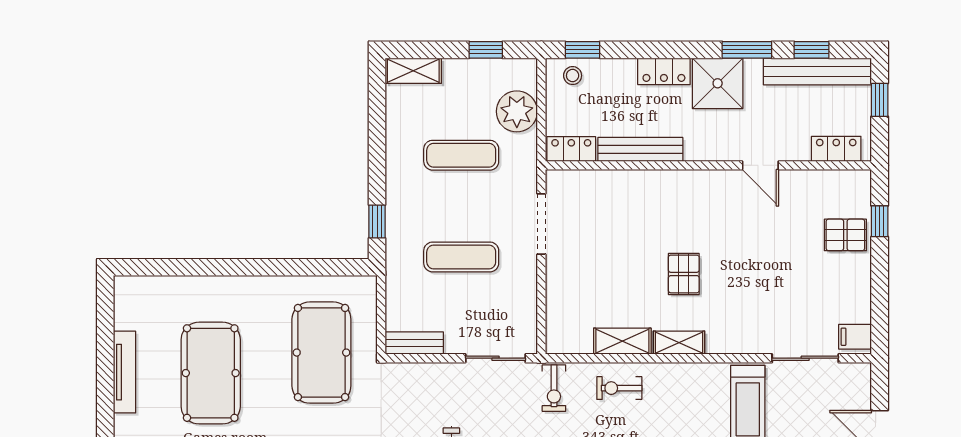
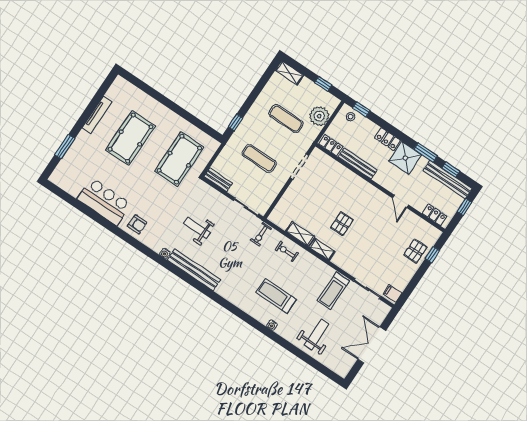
pallet: (845, 235) -> (415, 251), turned 90

